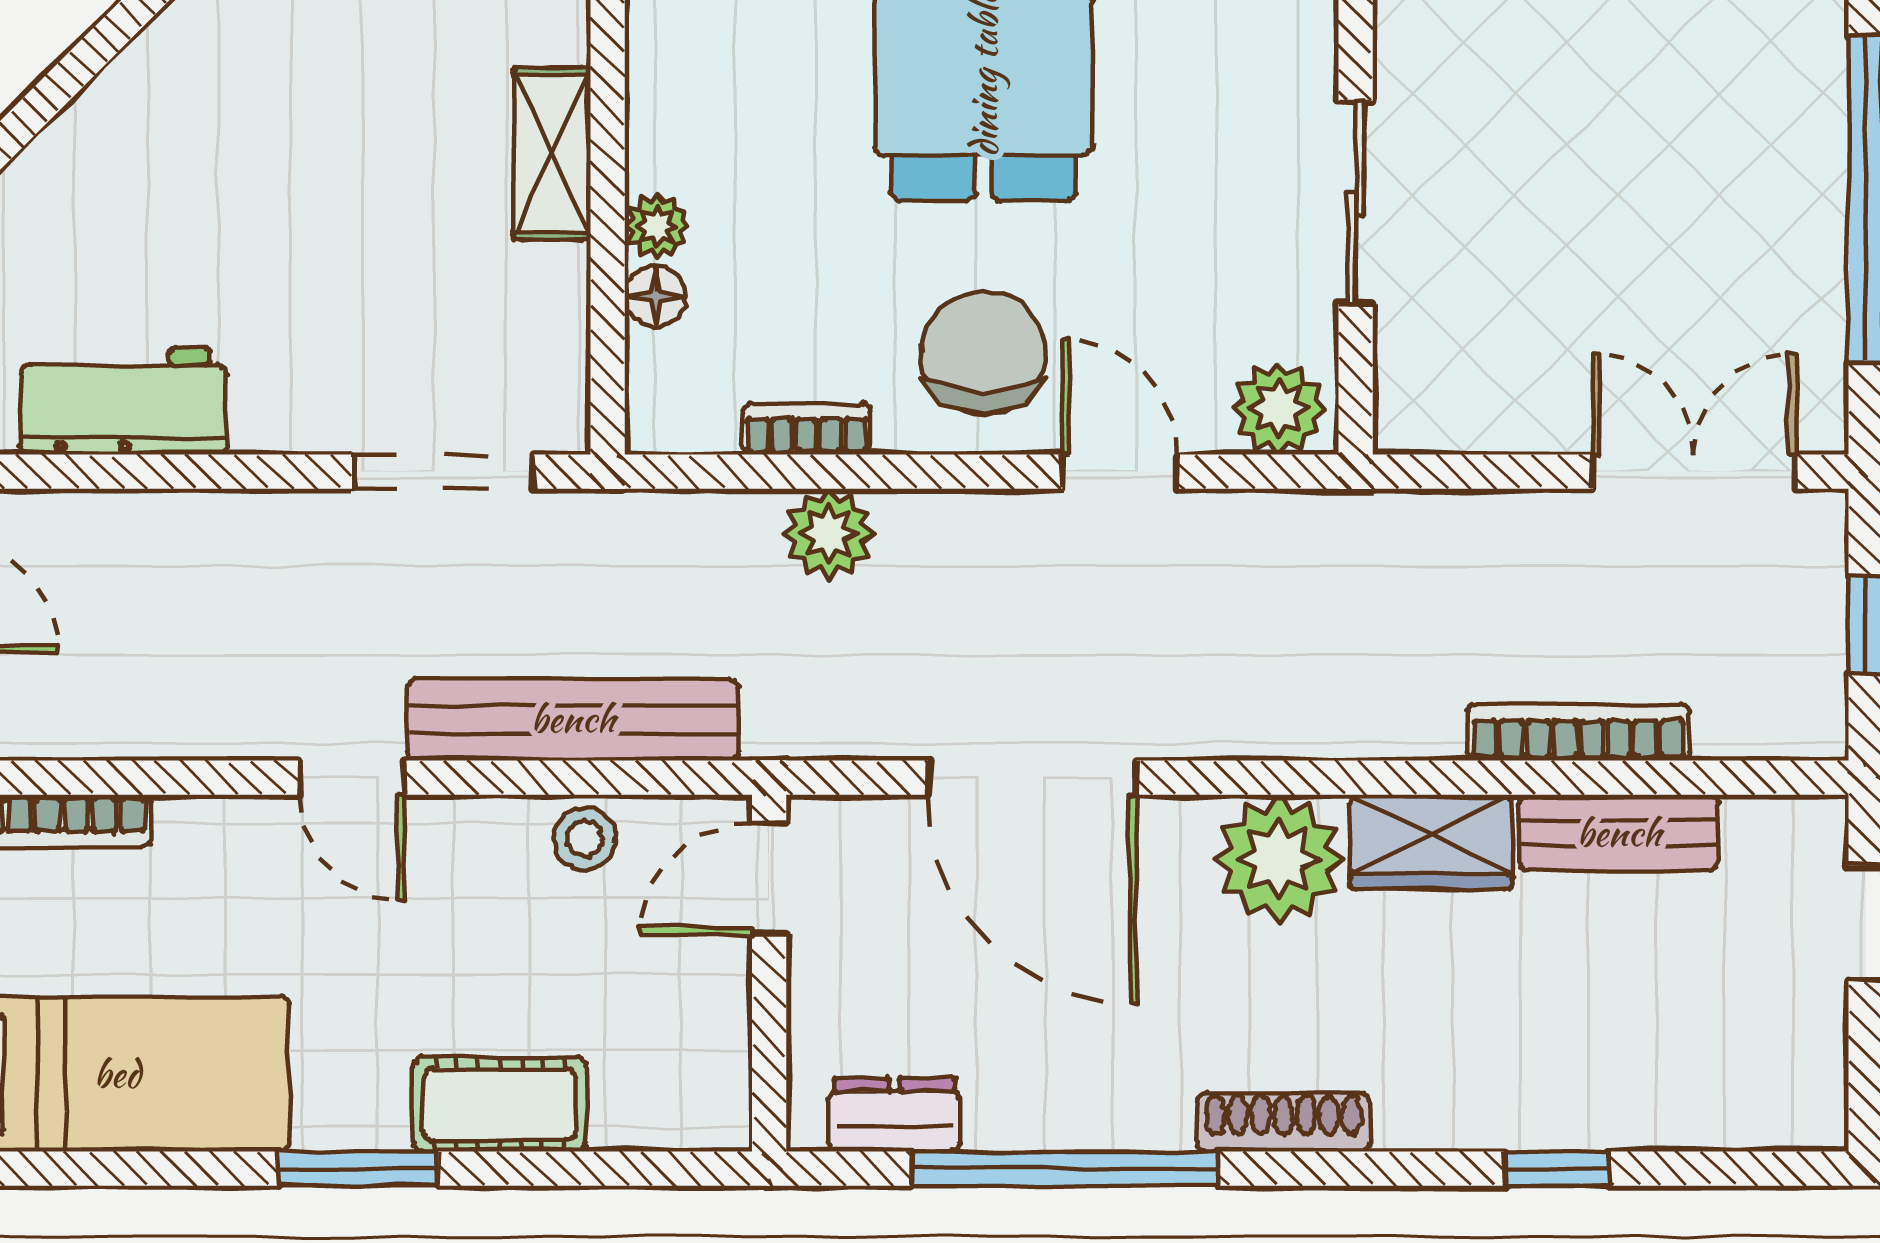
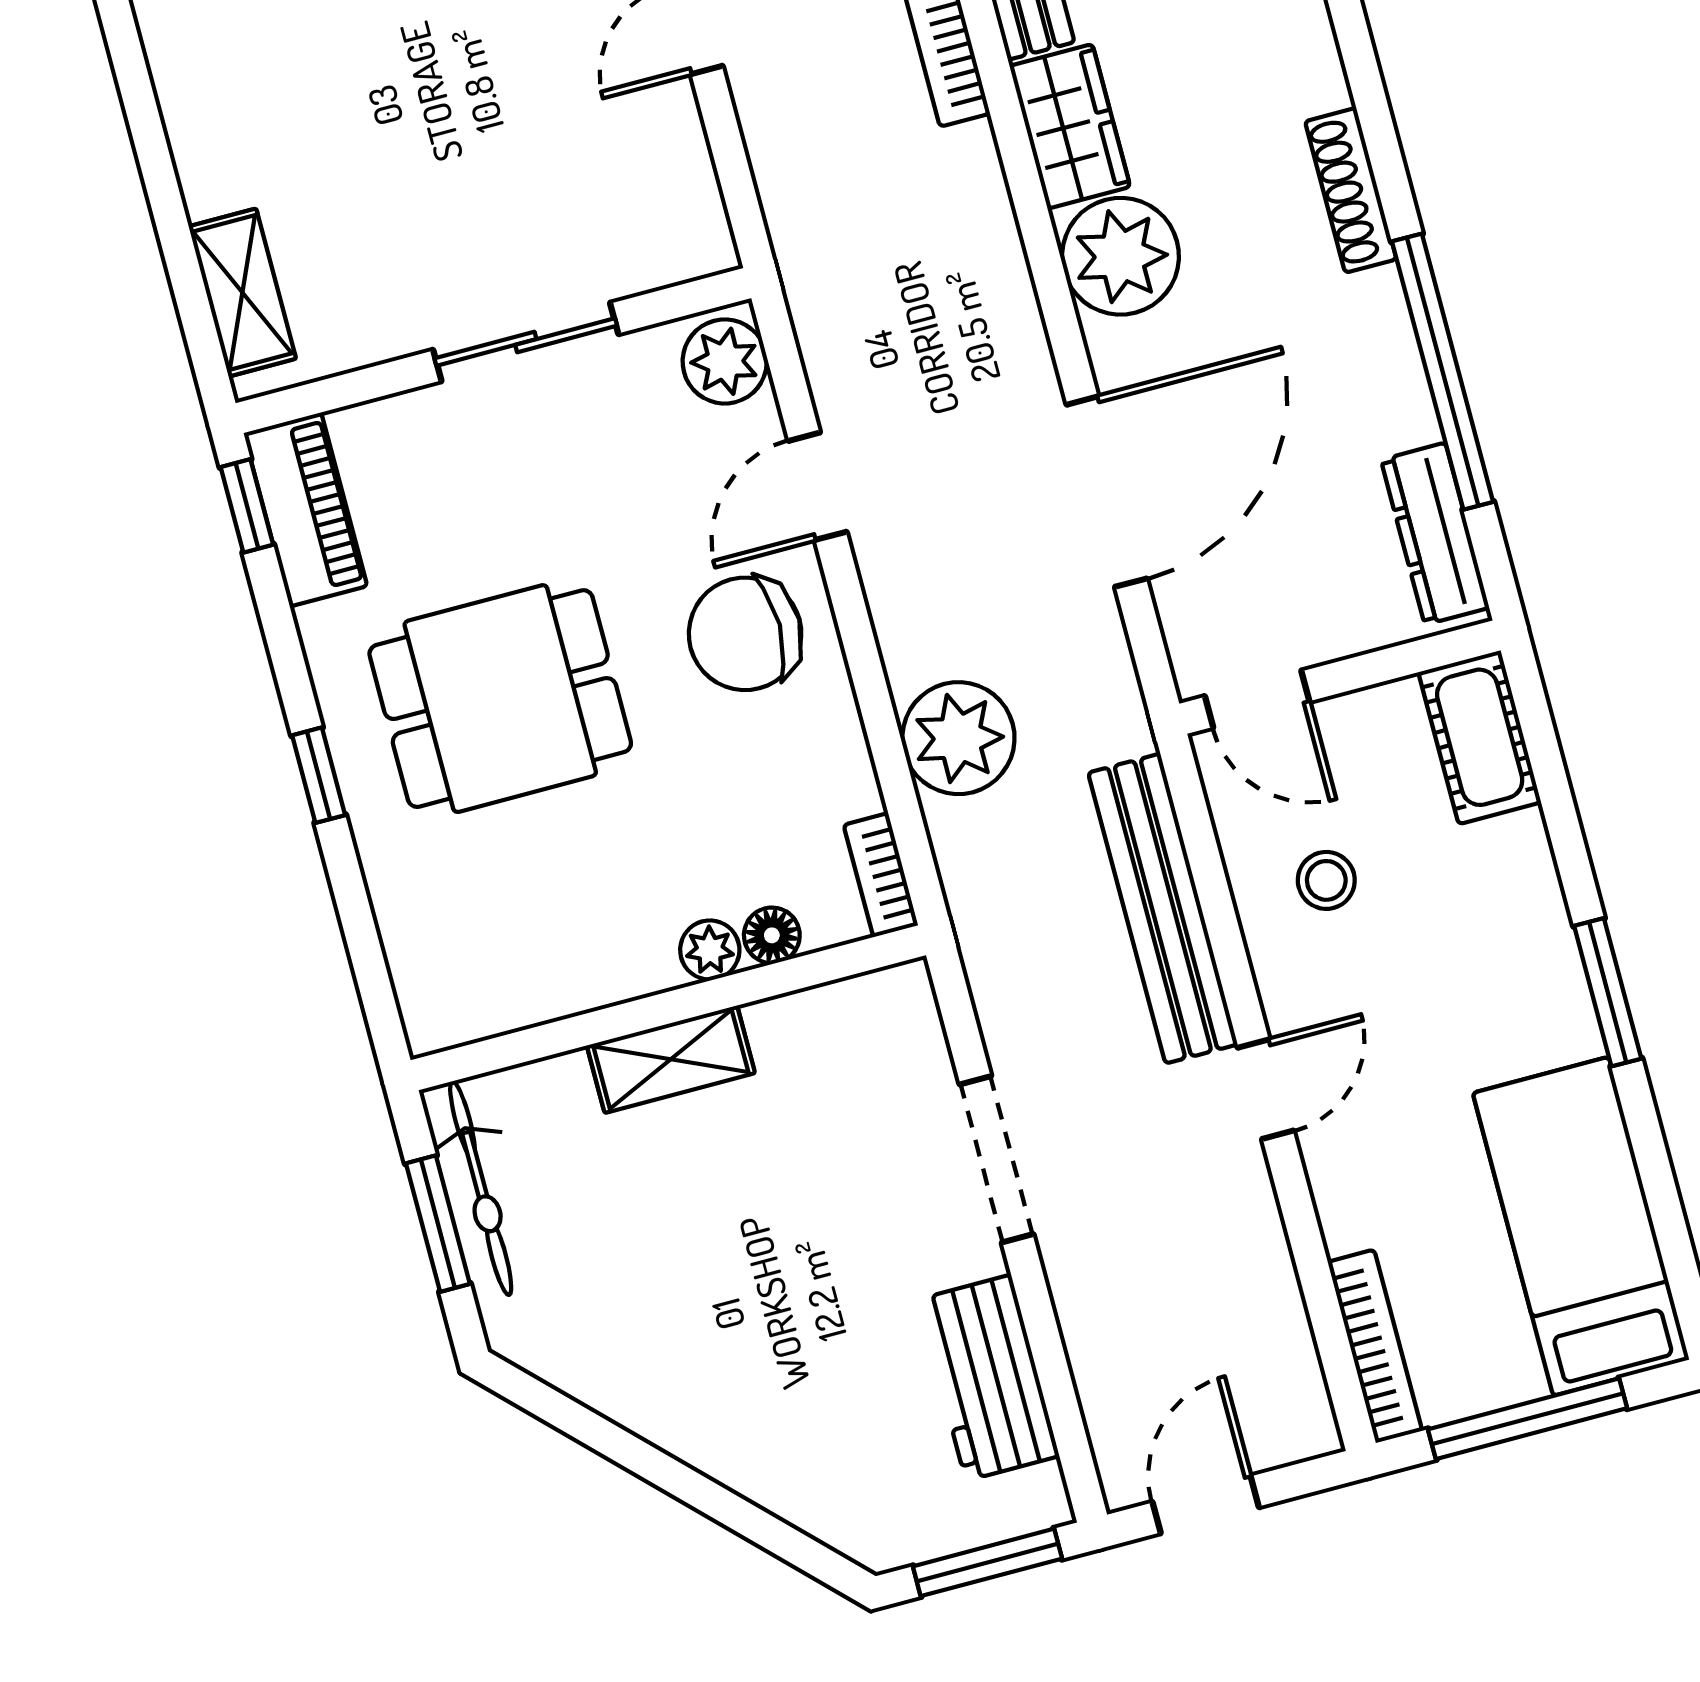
bookcase: (807, 429) -> (881, 875), moved
doorway: (443, 472) -> (996, 1159), moved
plant: (828, 534) -> (958, 738), width x1.36, depth x1.36
stool: (584, 839) -> (1326, 880), moved
cot: (499, 1105) -> (1480, 737), moved
dresser: (894, 1115) -> (1435, 534), width x1.44

